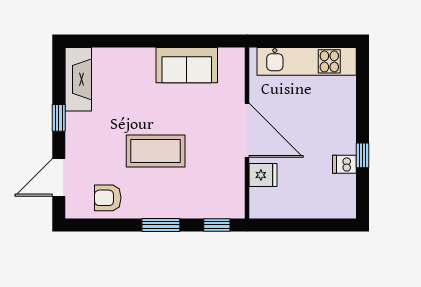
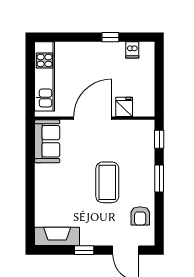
sofa: (187, 65) -> (47, 141), moved
dishwasher: (344, 164) -> (132, 50), moved

